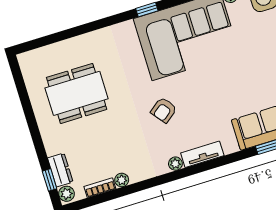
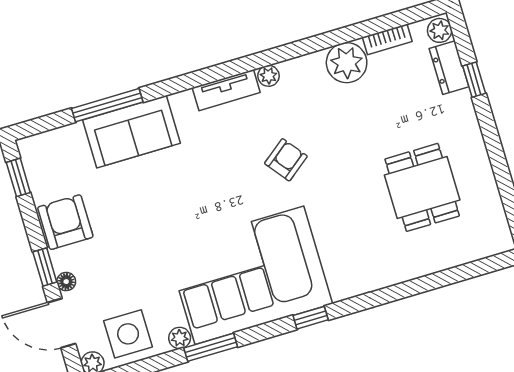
dining table: (77, 93) -> (422, 187), width x0.73
window: (50, 180) -> (474, 80), moved
plant: (122, 180) -> (347, 63), width x1.87, depth x1.87

